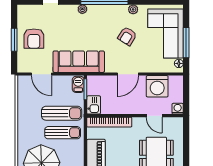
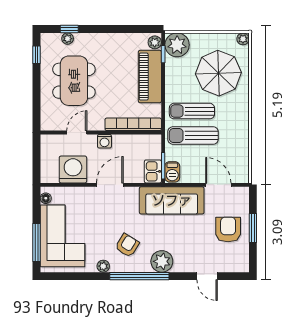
plant: (82, 9) -> (162, 261), width x1.88, depth x1.88
armchair: (127, 36) -> (127, 245), moved
window: (186, 43) -> (37, 243), moved
kitchen sink: (94, 105) -> (153, 171), moved
washing machine: (178, 109) -> (104, 141), moved
door: (154, 116) -> (77, 133), hinge flipped

